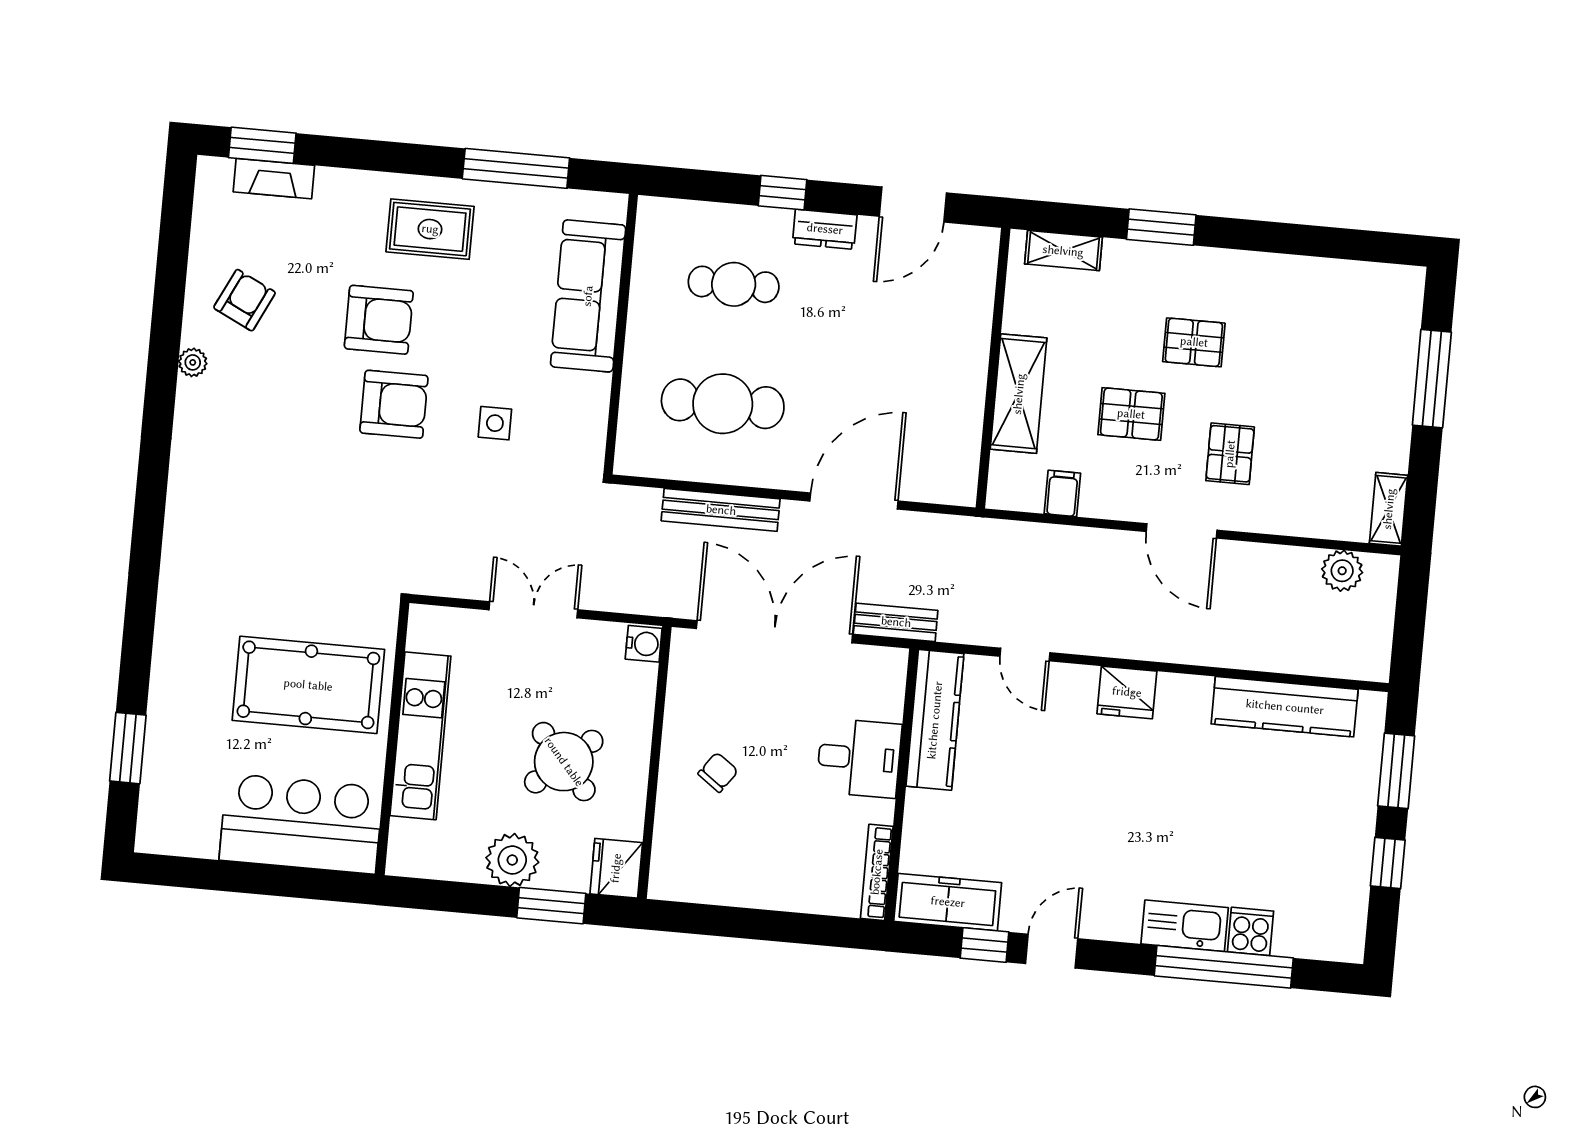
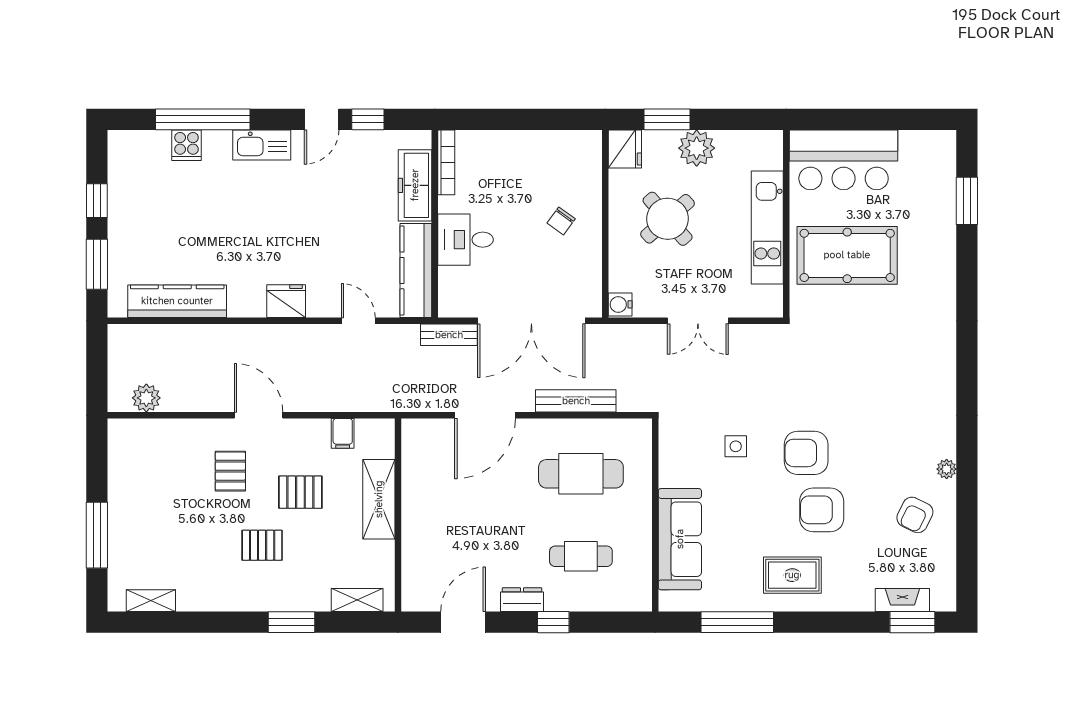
shelving: (1389, 509) -> (151, 601), moved, turned 90
freezer: (948, 902) -> (415, 185), moved, turned 90
kitchen sink: (1185, 926) -> (262, 145), moved

